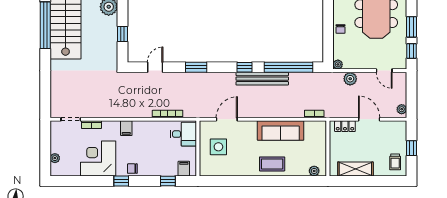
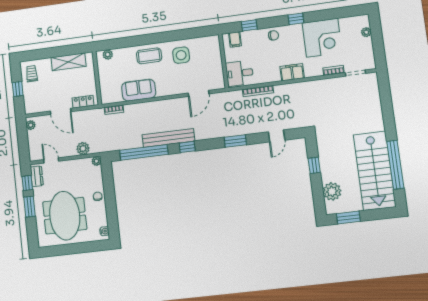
dresser: (401, 57) -> (37, 176), added
filing cabinet: (126, 128) -> (292, 72), width x2.00
sofa: (281, 131) -> (139, 90), width x0.73
side table: (218, 147) -> (181, 55), moved
chair: (132, 169) -> (273, 35), moved

